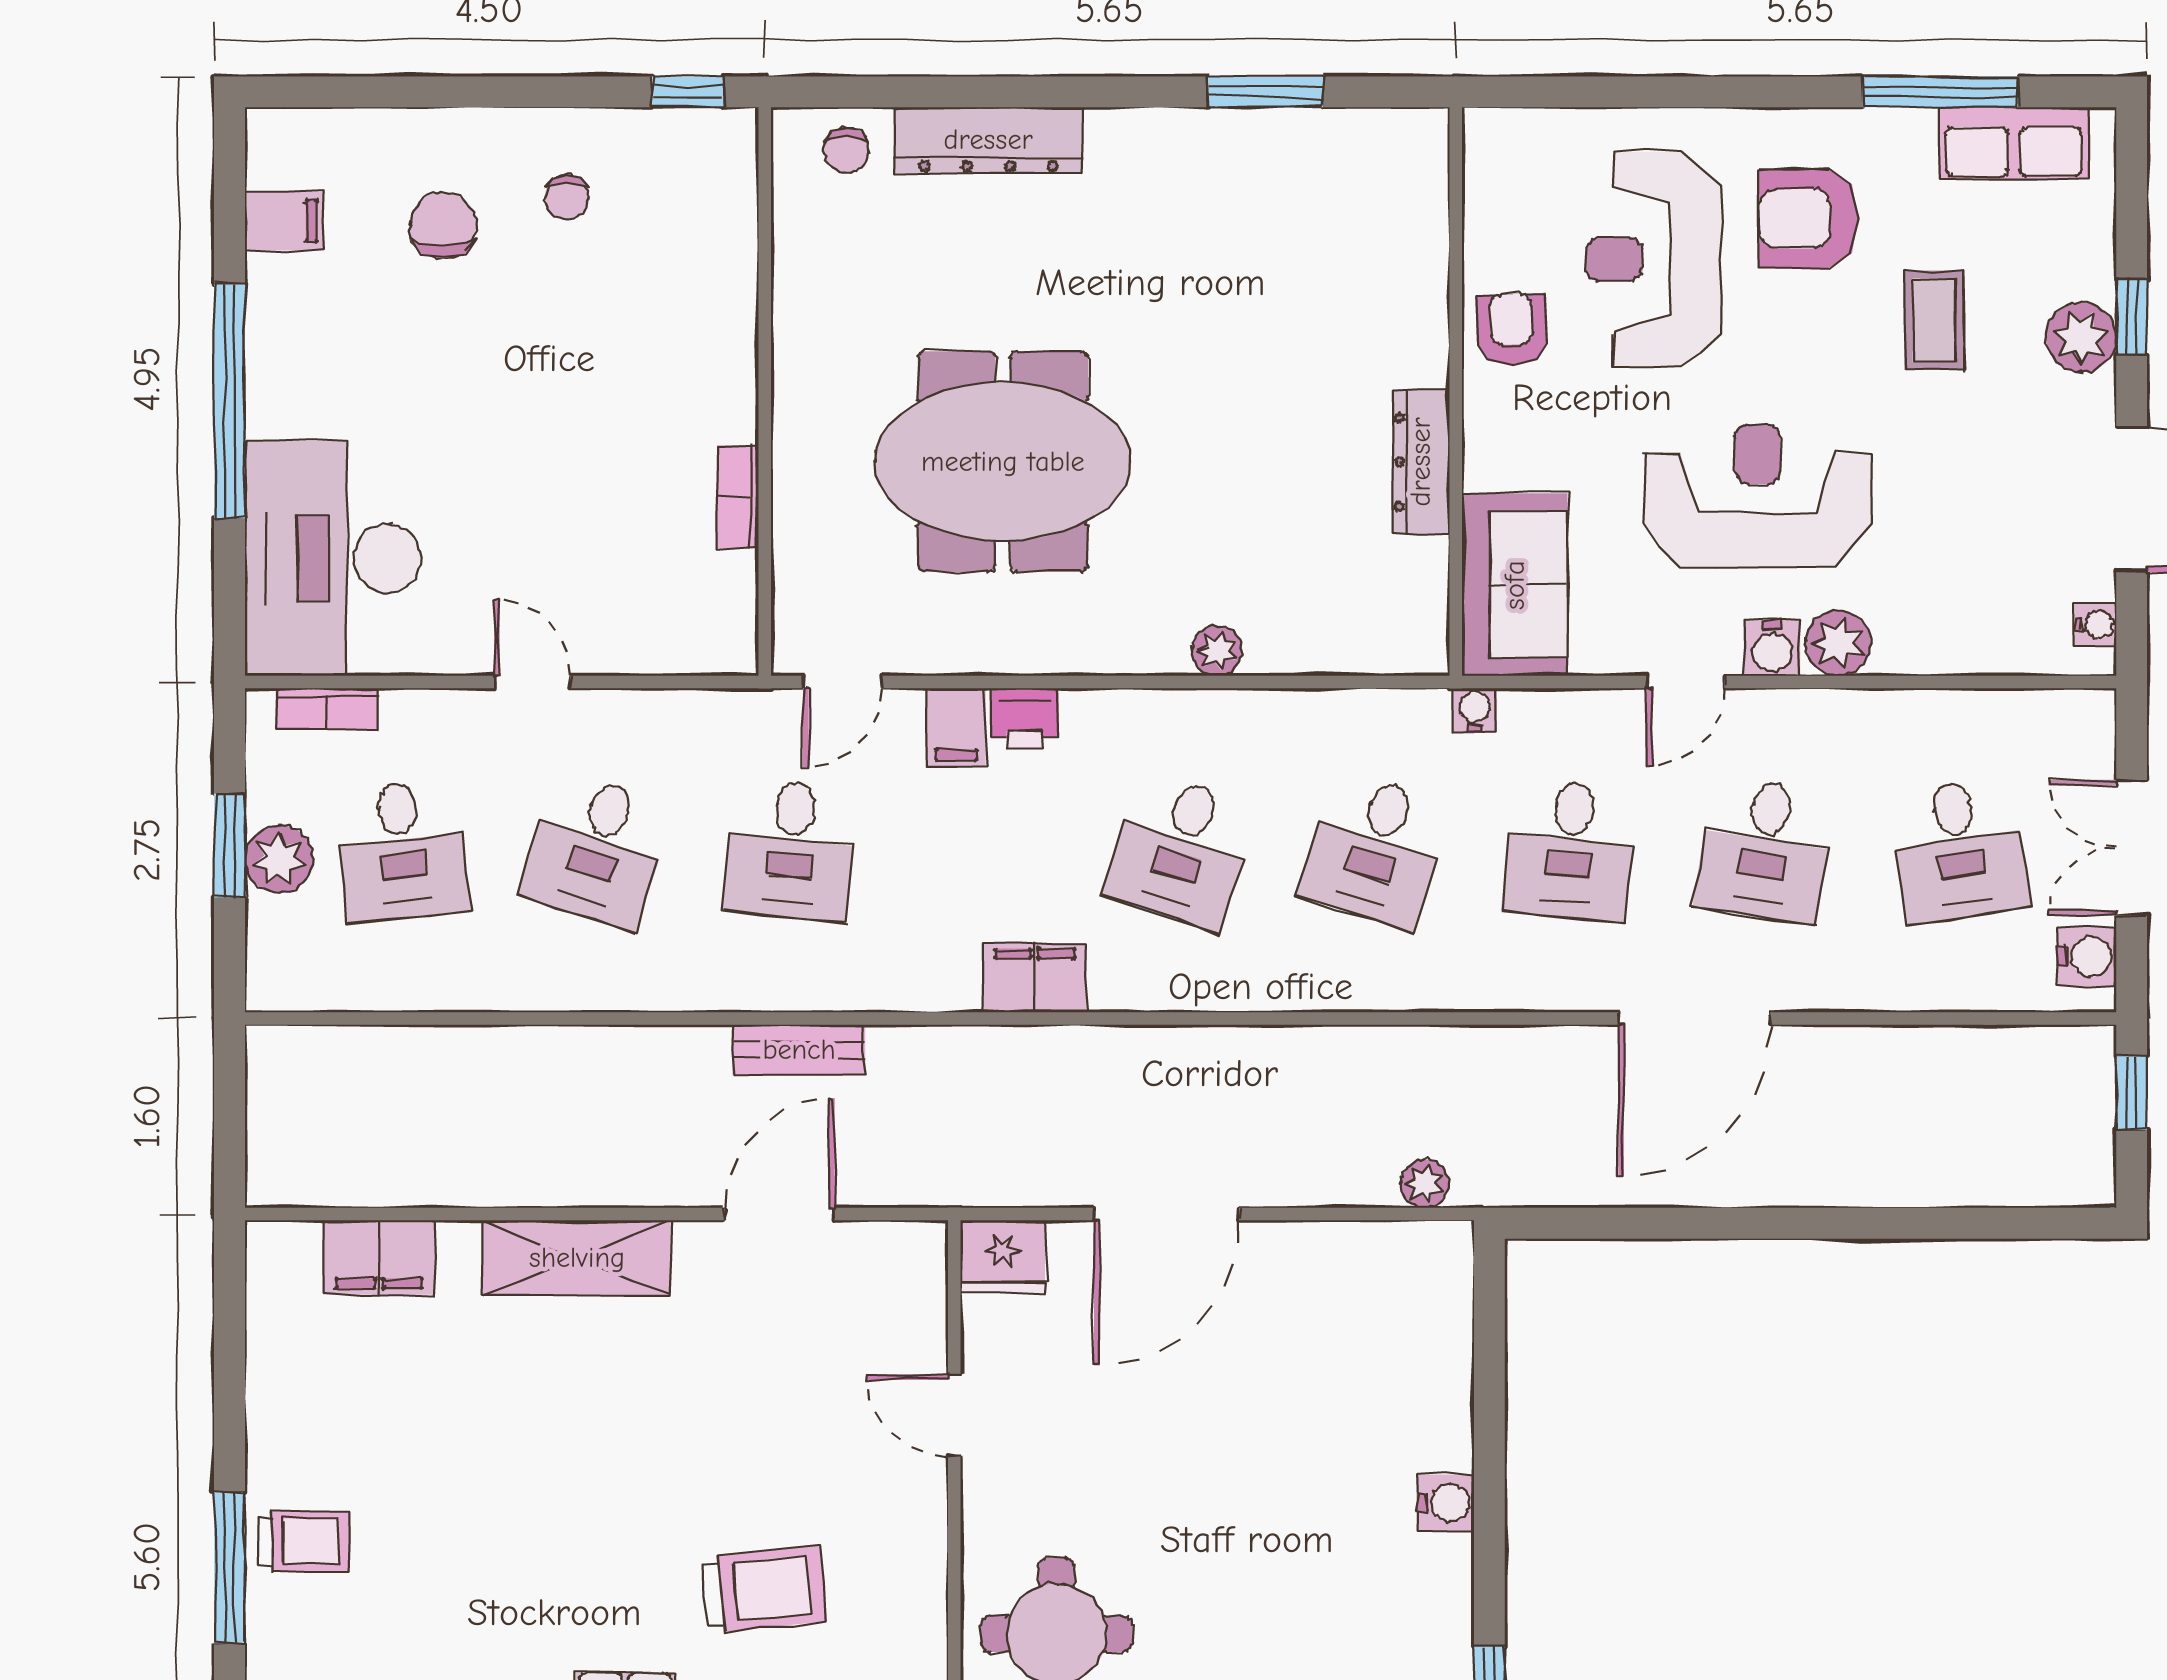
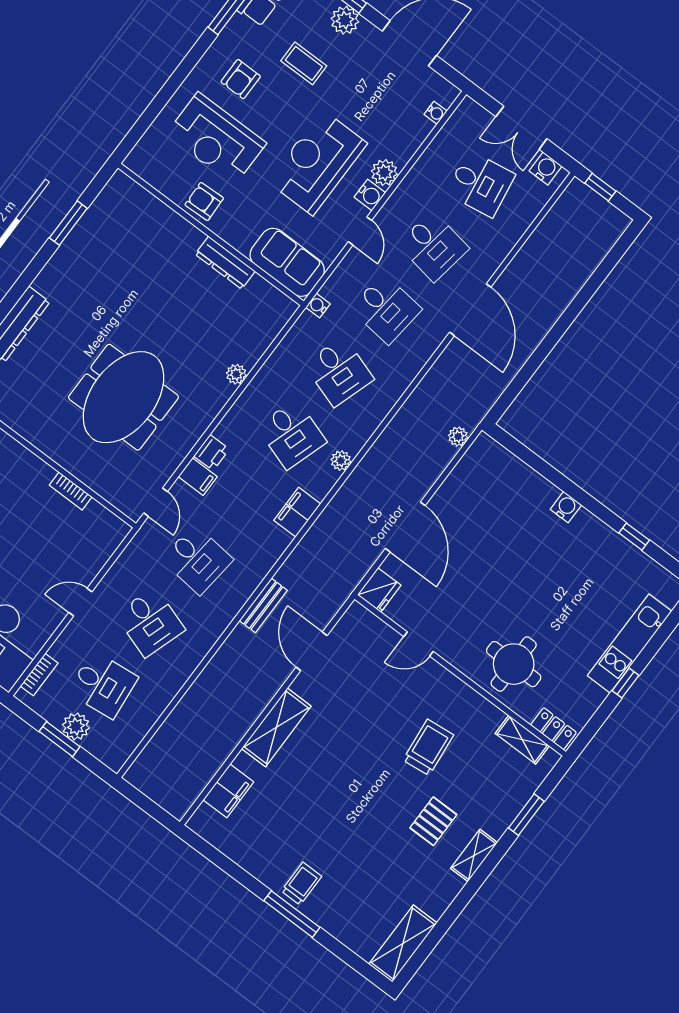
armchair: (1808, 219) -> (241, 79), width x0.72, depth x0.72
water cooler: (2096, 625) -> (436, 113), moved, turned 90
plant: (1202, 987) -> (341, 461), added

